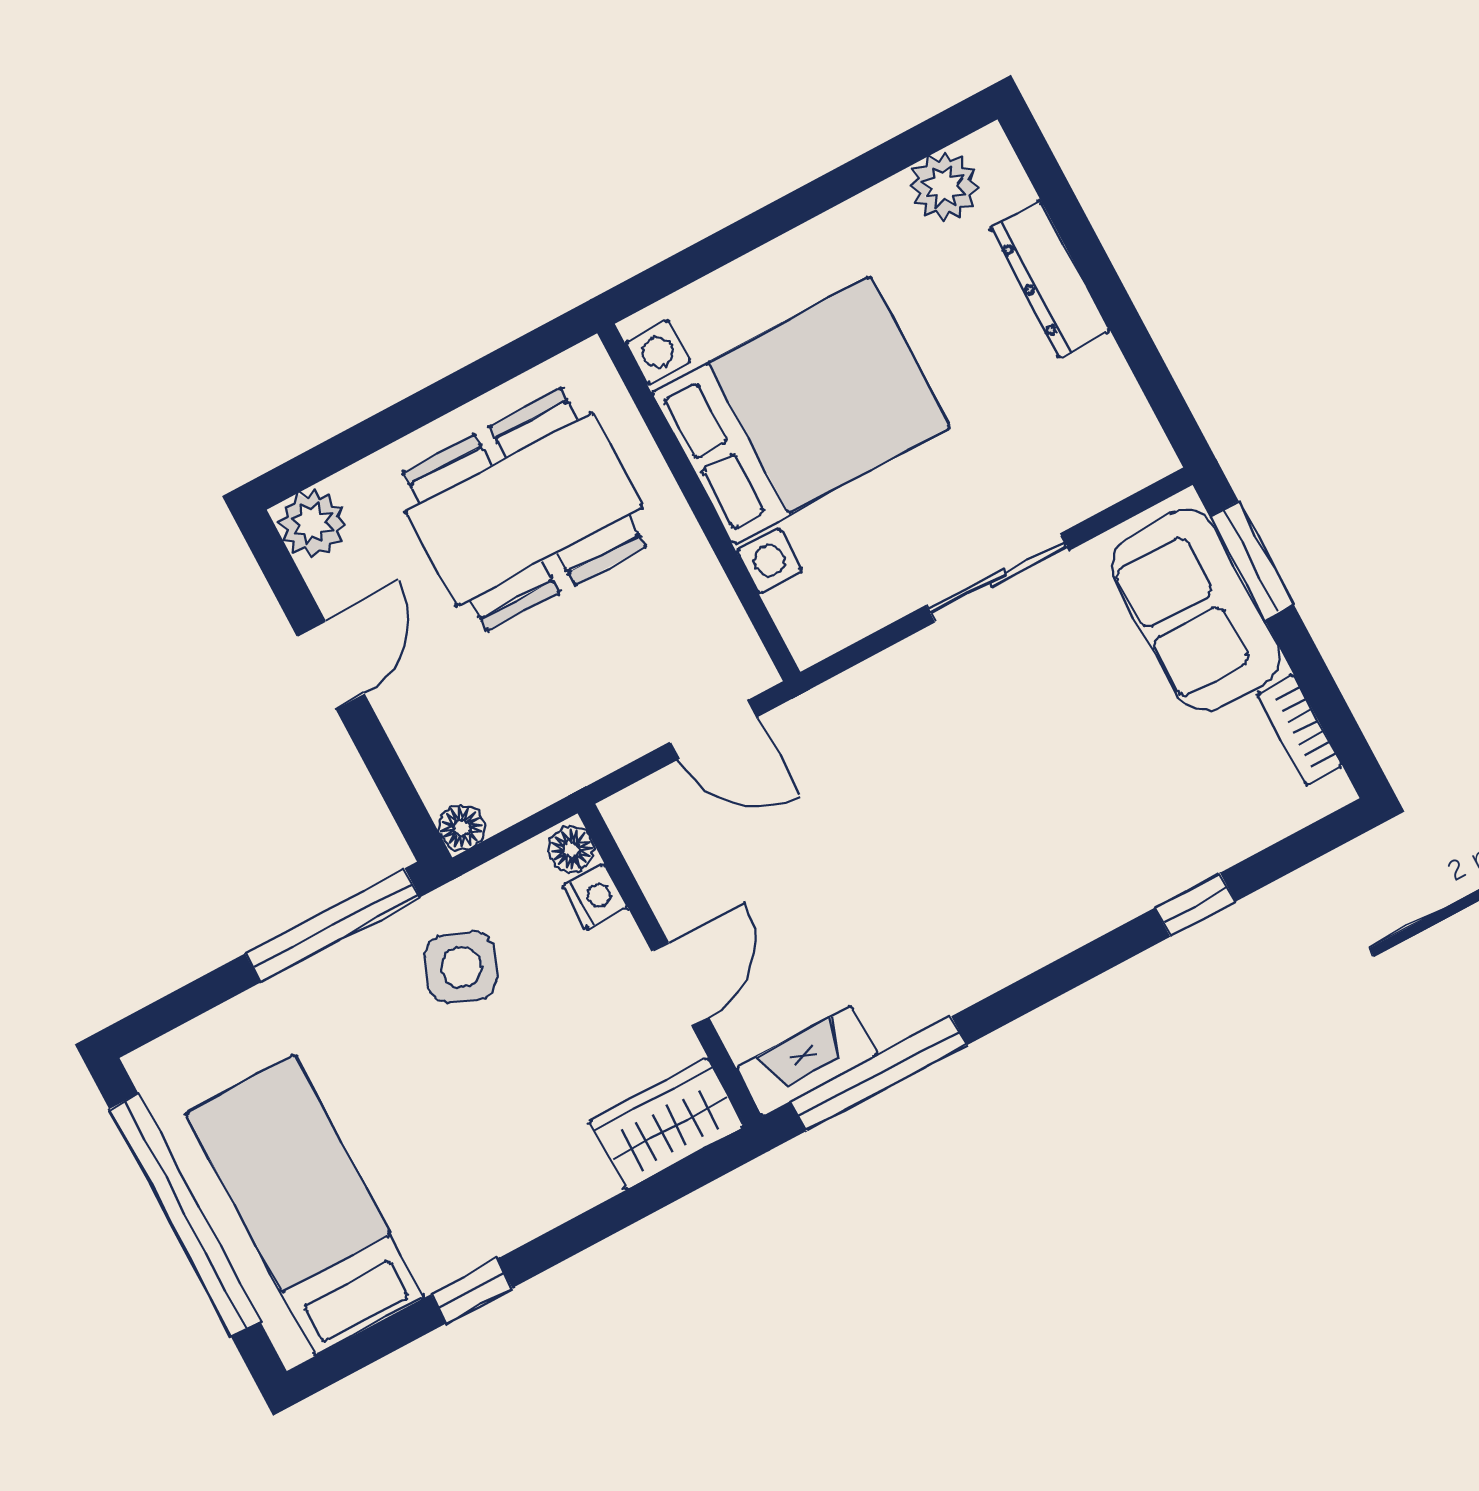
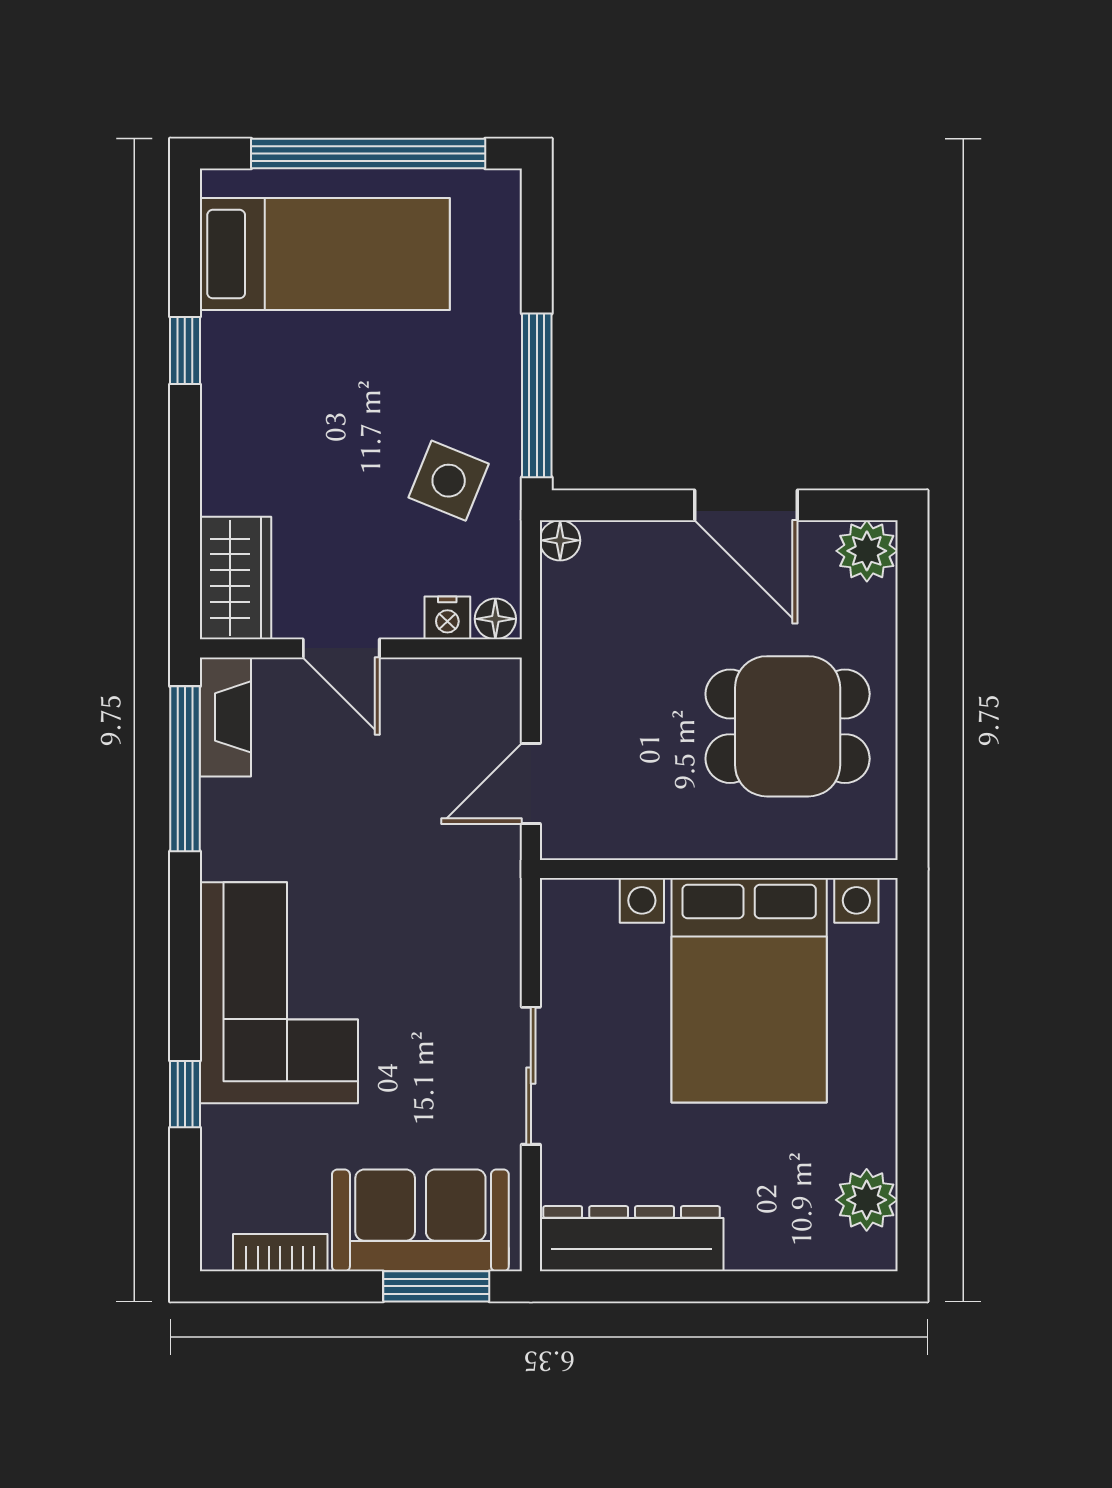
dresser: (1050, 279) -> (632, 1239), moved, width x1.37, depth x1.24
dining table: (524, 510) -> (788, 726), width x0.73
door: (331, 665) -> (746, 505), width x1.38
corner sofa: (1048, 866) -> (279, 993), added

